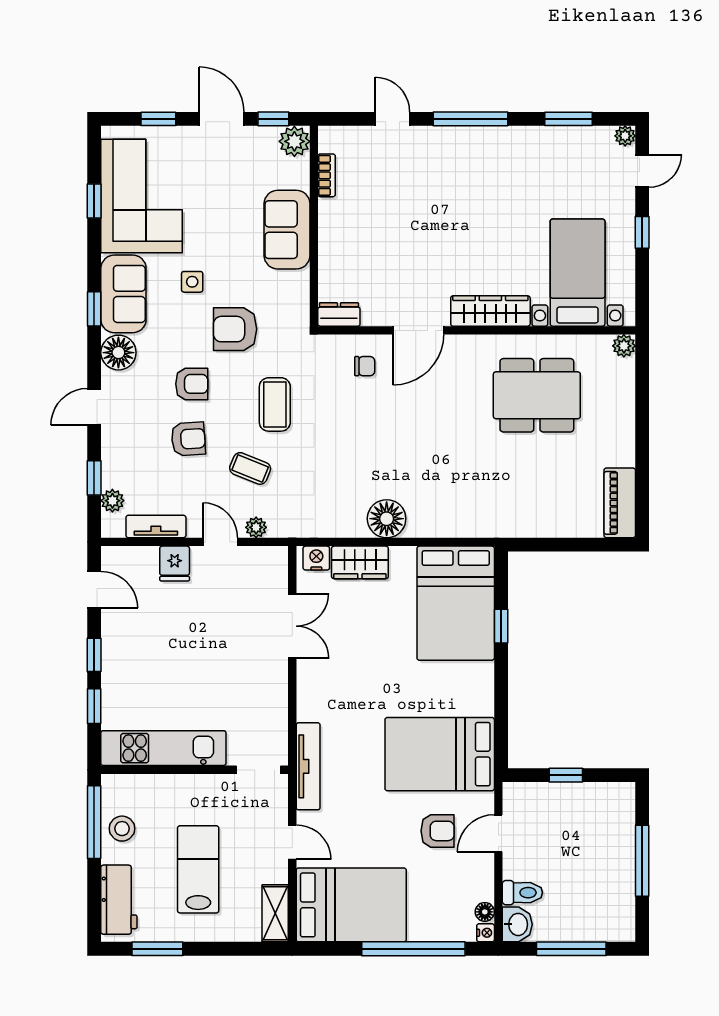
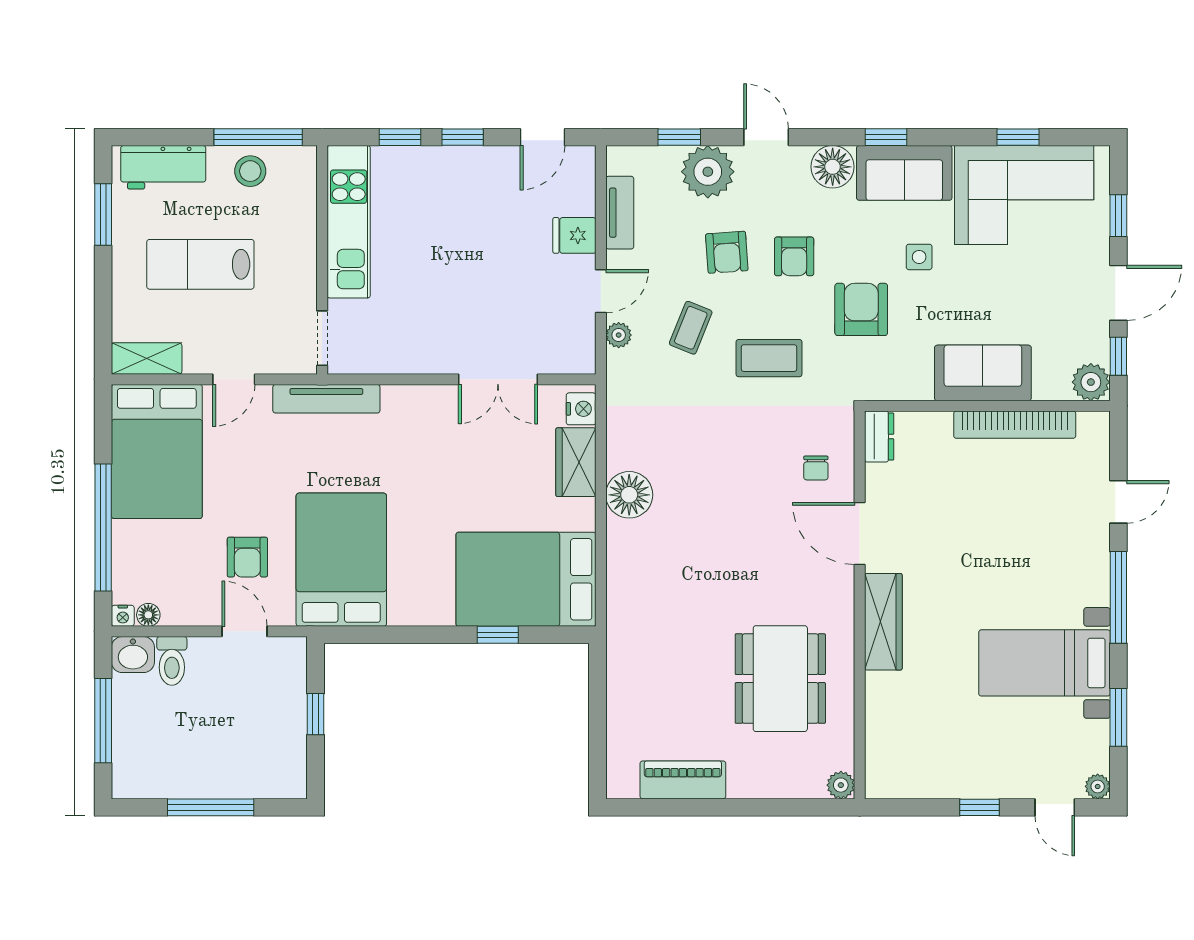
bookcase: (327, 175) -> (1015, 425), width x2.31, depth x1.31
bed with nightstands: (578, 273) -> (1044, 663), moved, turned 180
plant: (112, 501) -> (708, 172), moved, width x1.88, depth x1.88
piano: (620, 503) -> (683, 780), moved
lab bench: (198, 869) -> (200, 264), turned 180

